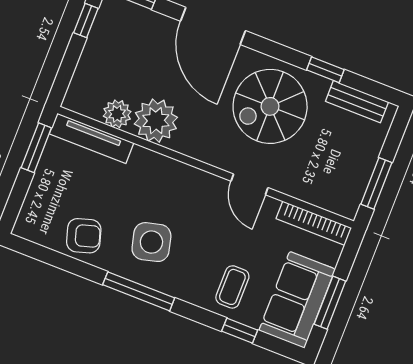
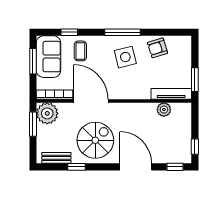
plant: (156, 121) -> (47, 113), moved
door: (250, 184) -> (91, 101), width x1.88

